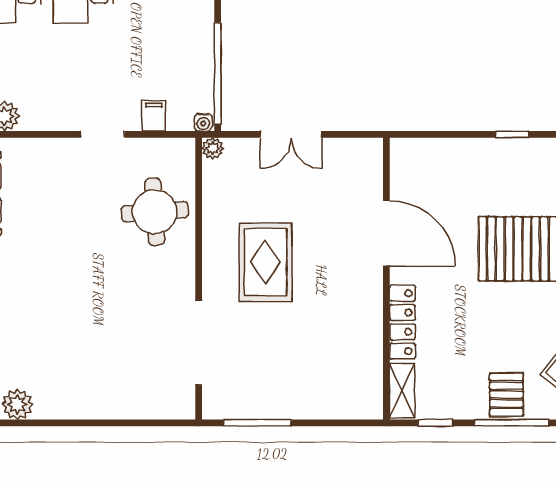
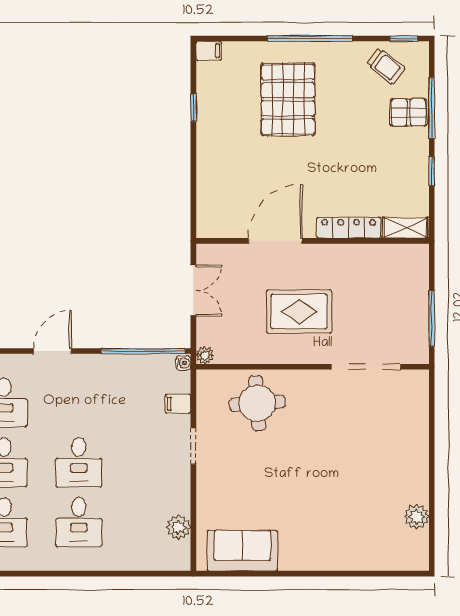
door: (386, 233) -> (275, 241), moved
wall: (386, 279) -> (313, 241), moved
locker: (402, 322) -> (349, 228), moved
shelving: (402, 391) -> (405, 228), moved

